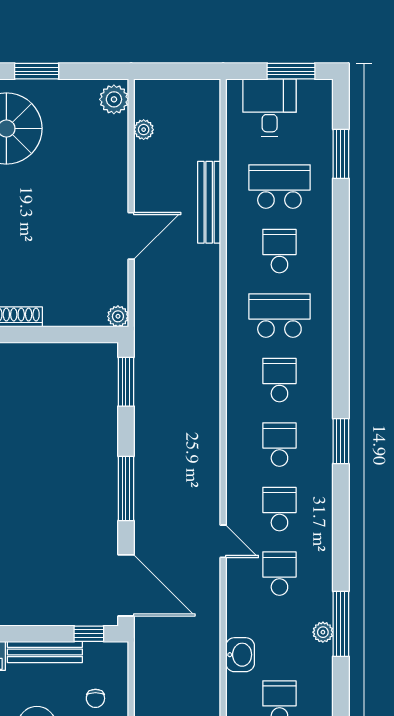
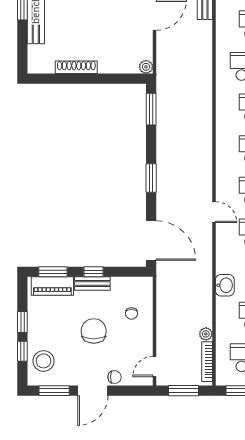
window: (126, 489) -> (151, 178), width x0.69
window: (89, 634) -> (93, 272), moved
bench: (45, 652) -> (92, 284), width x0.73

